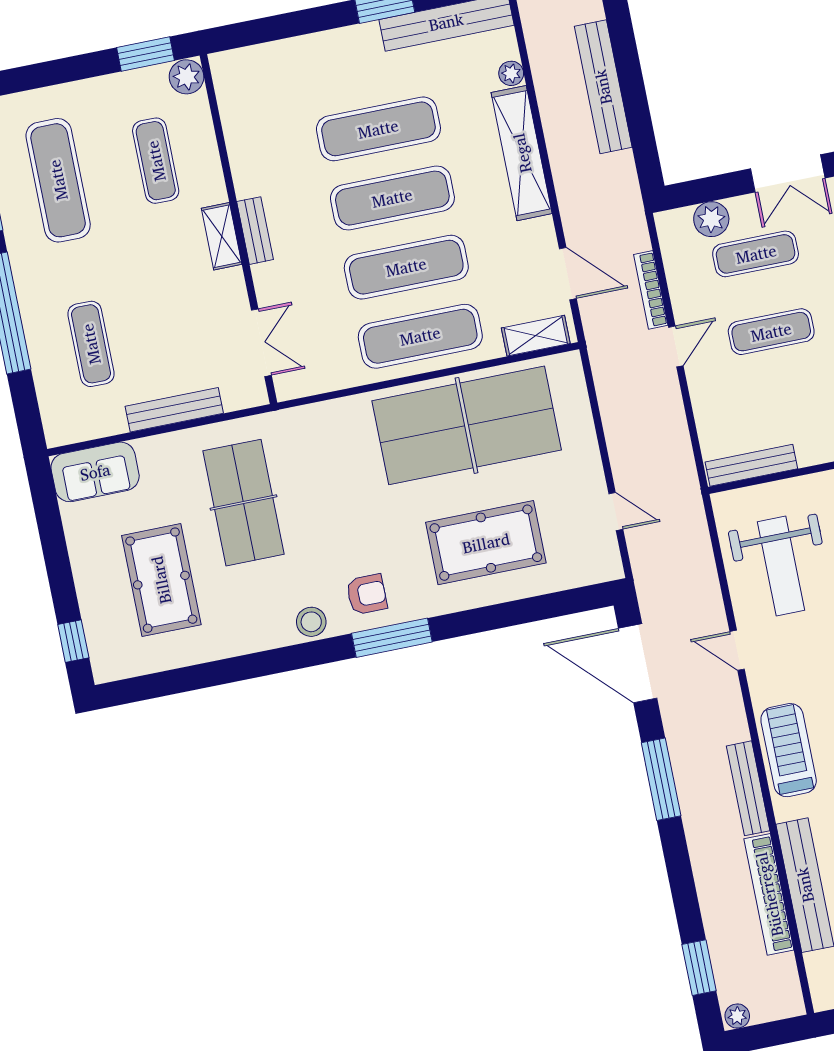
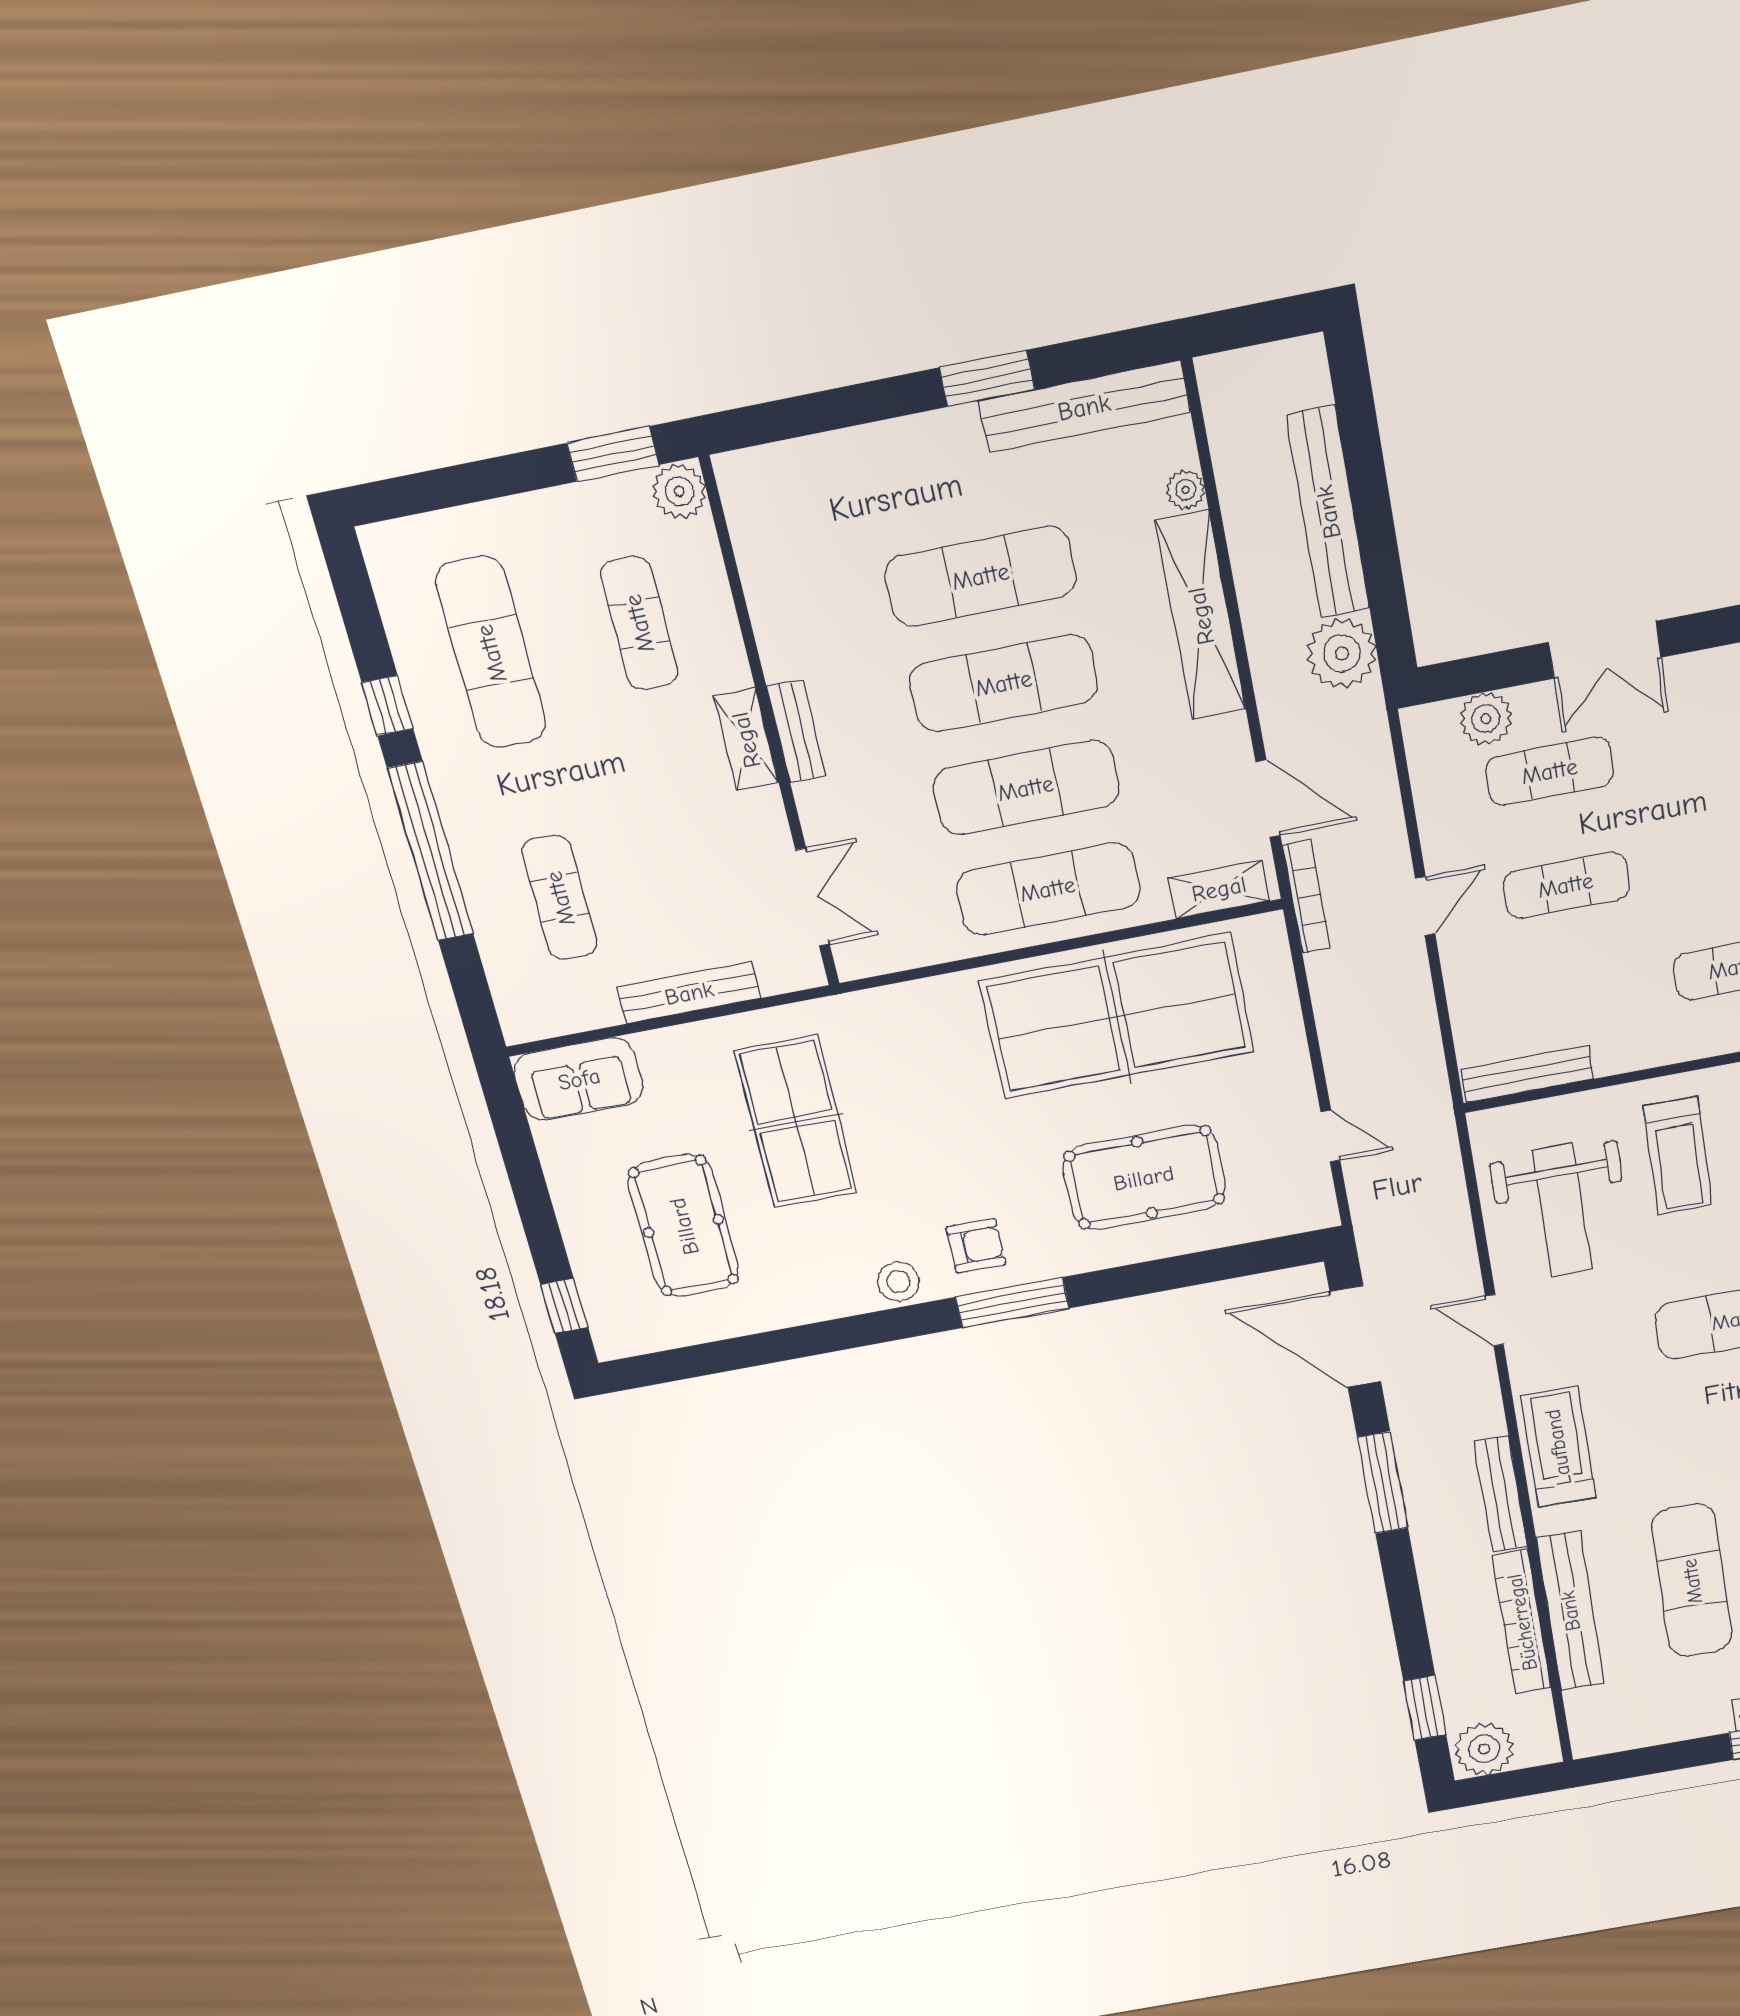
plant: (615, 177) -> (1342, 653), added
bookcase: (651, 290) -> (1306, 897), moved, turned 180
plant: (737, 1016) -> (1484, 1749), width x1.88, depth x1.88

